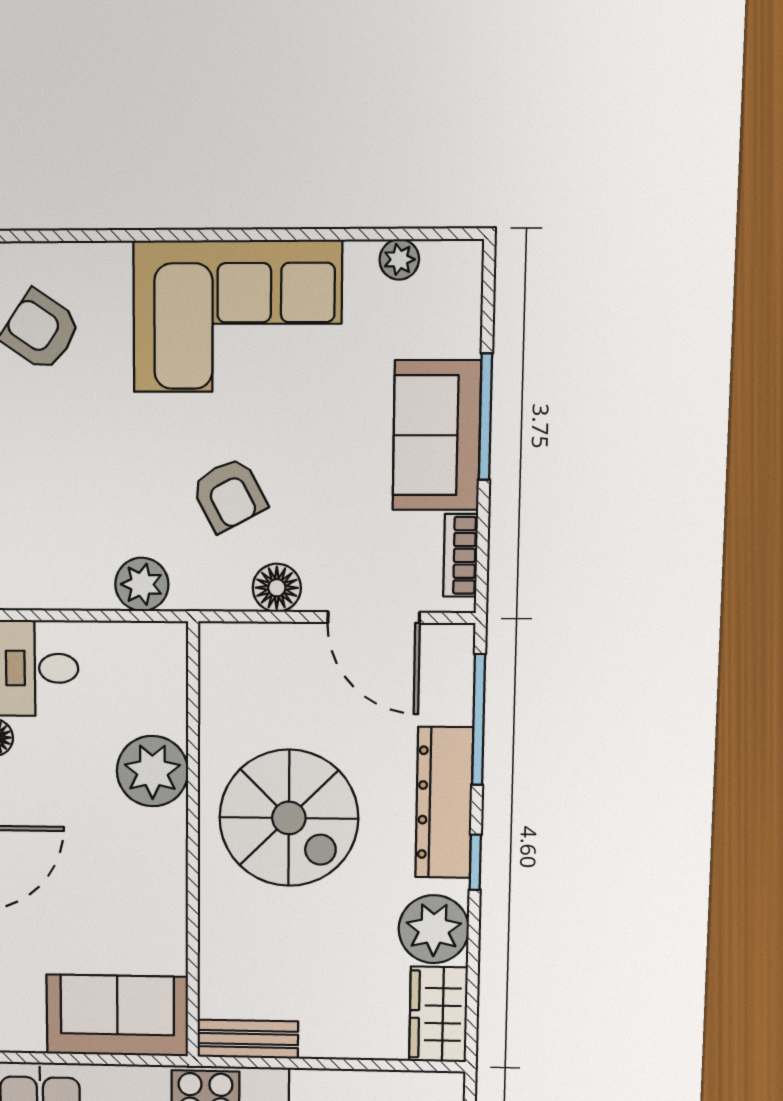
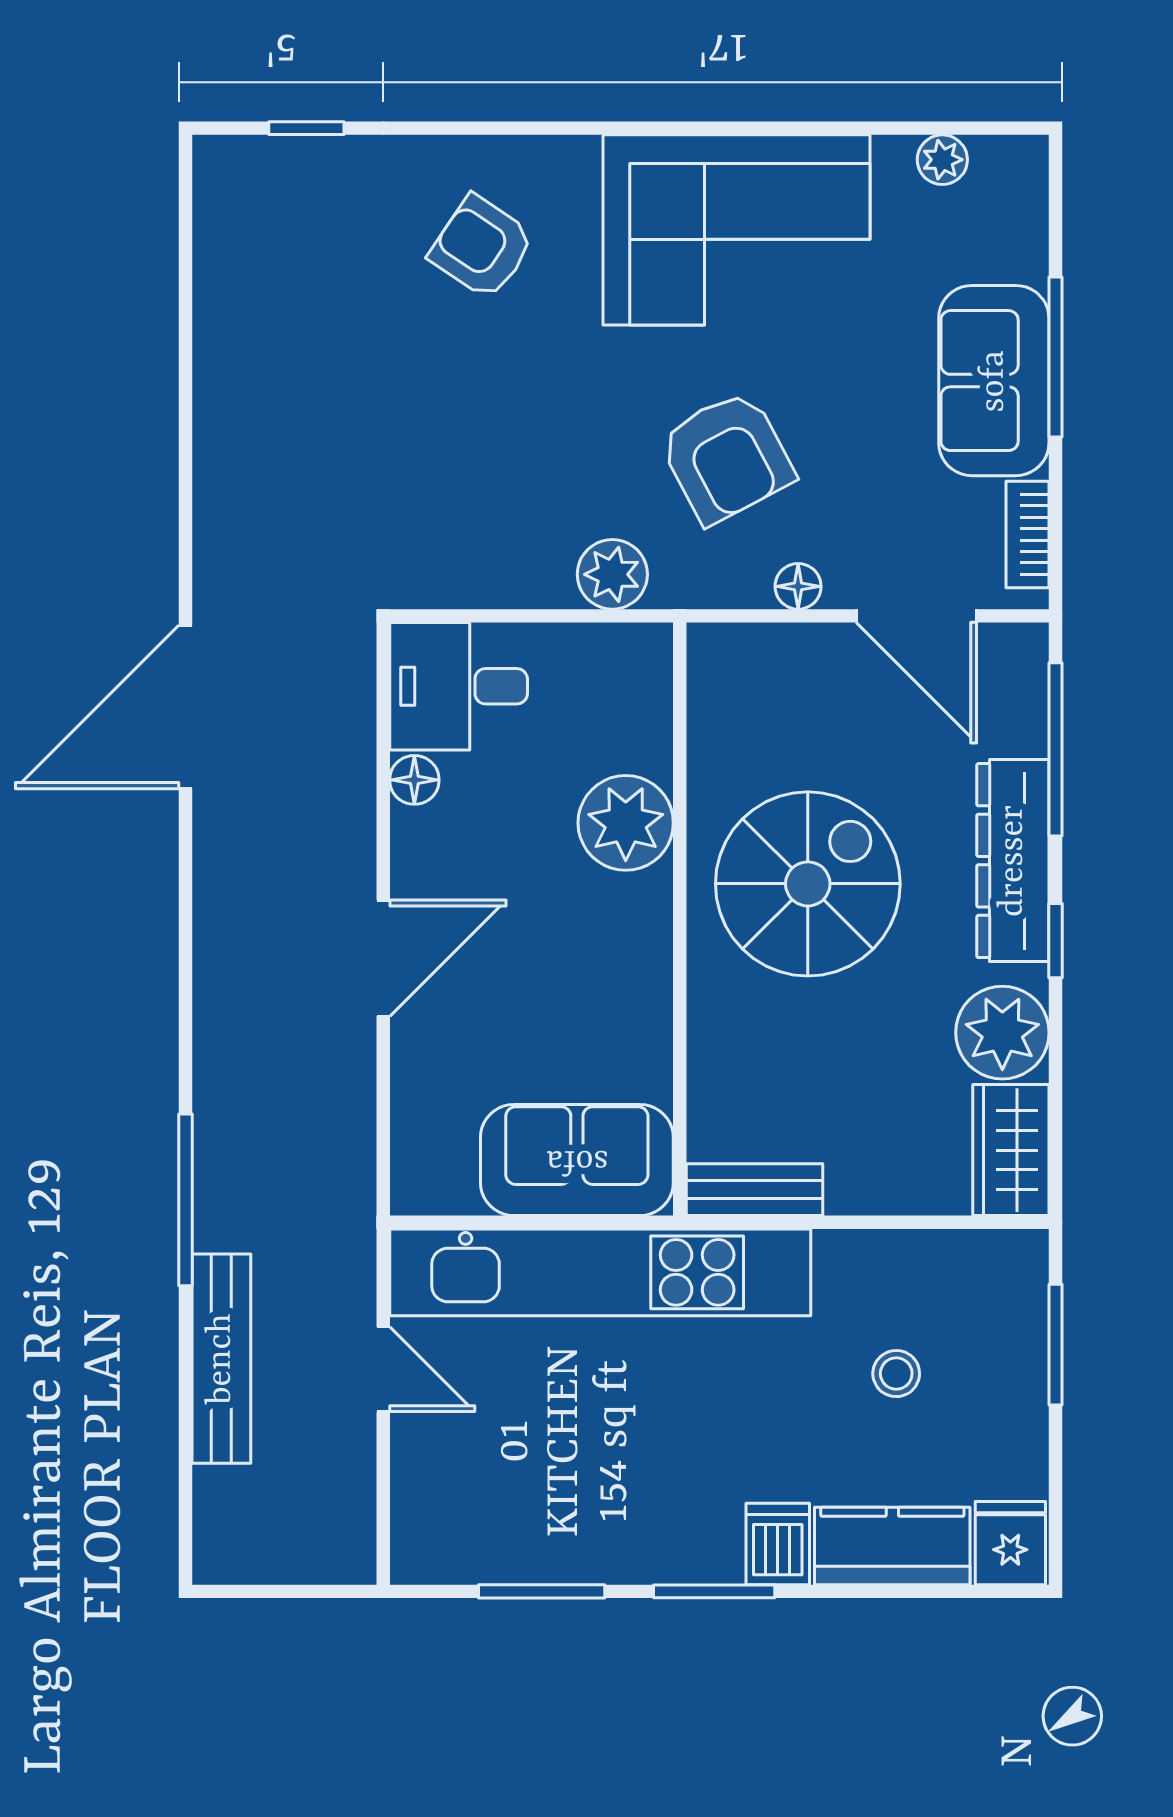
armchair: (229, 495) -> (727, 457), width x1.38, depth x1.38
floor lamp: (277, 588) -> (798, 586), width x0.73, depth x0.73
spiral stairs: (289, 818) -> (808, 884), turned -90

